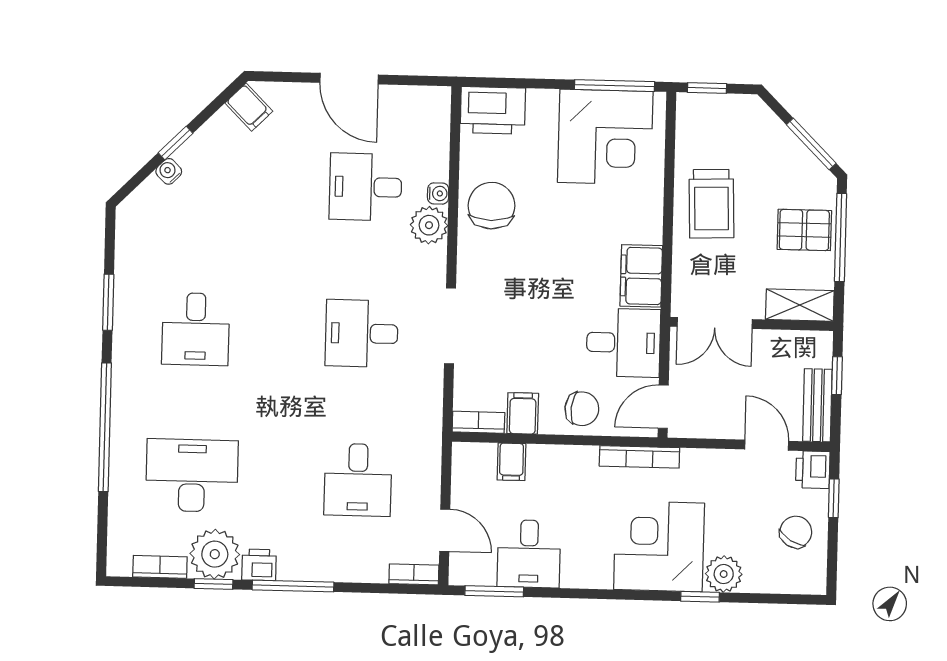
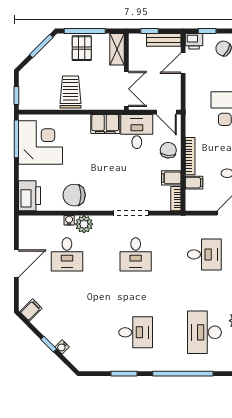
trolley: (711, 204) -> (71, 92), turned -88
bookcase: (639, 457) -> (190, 156), moved

